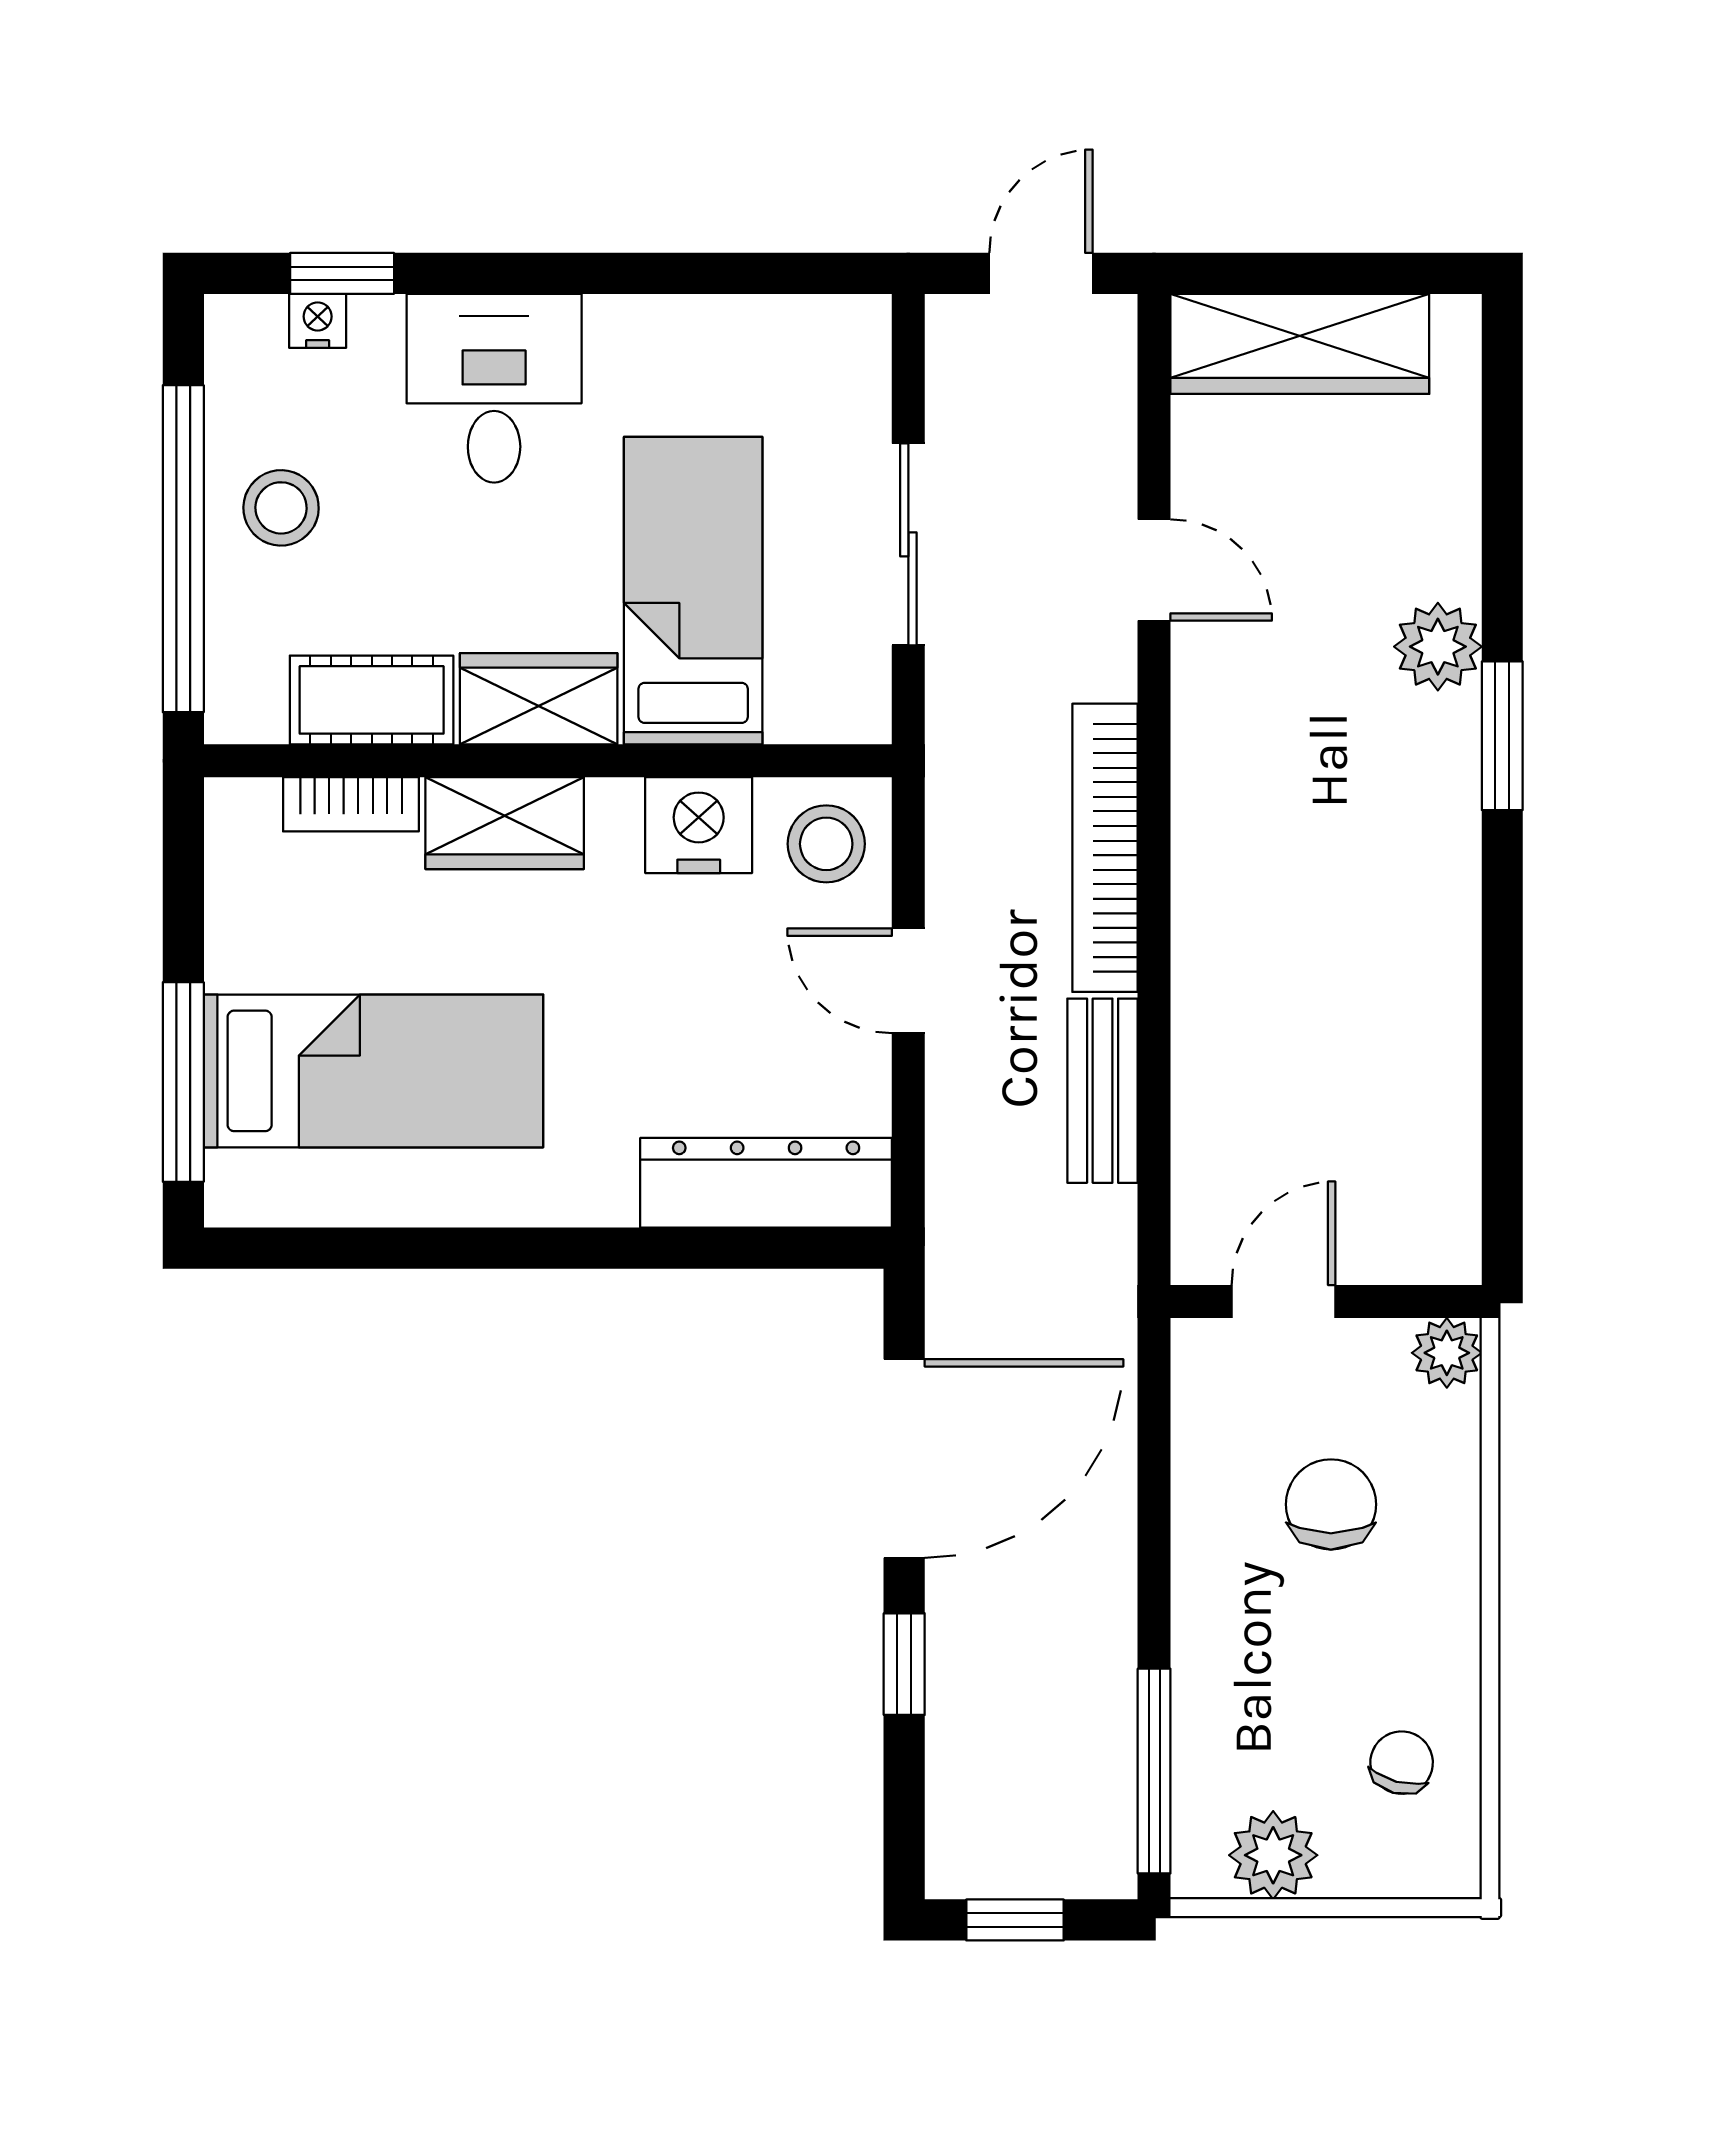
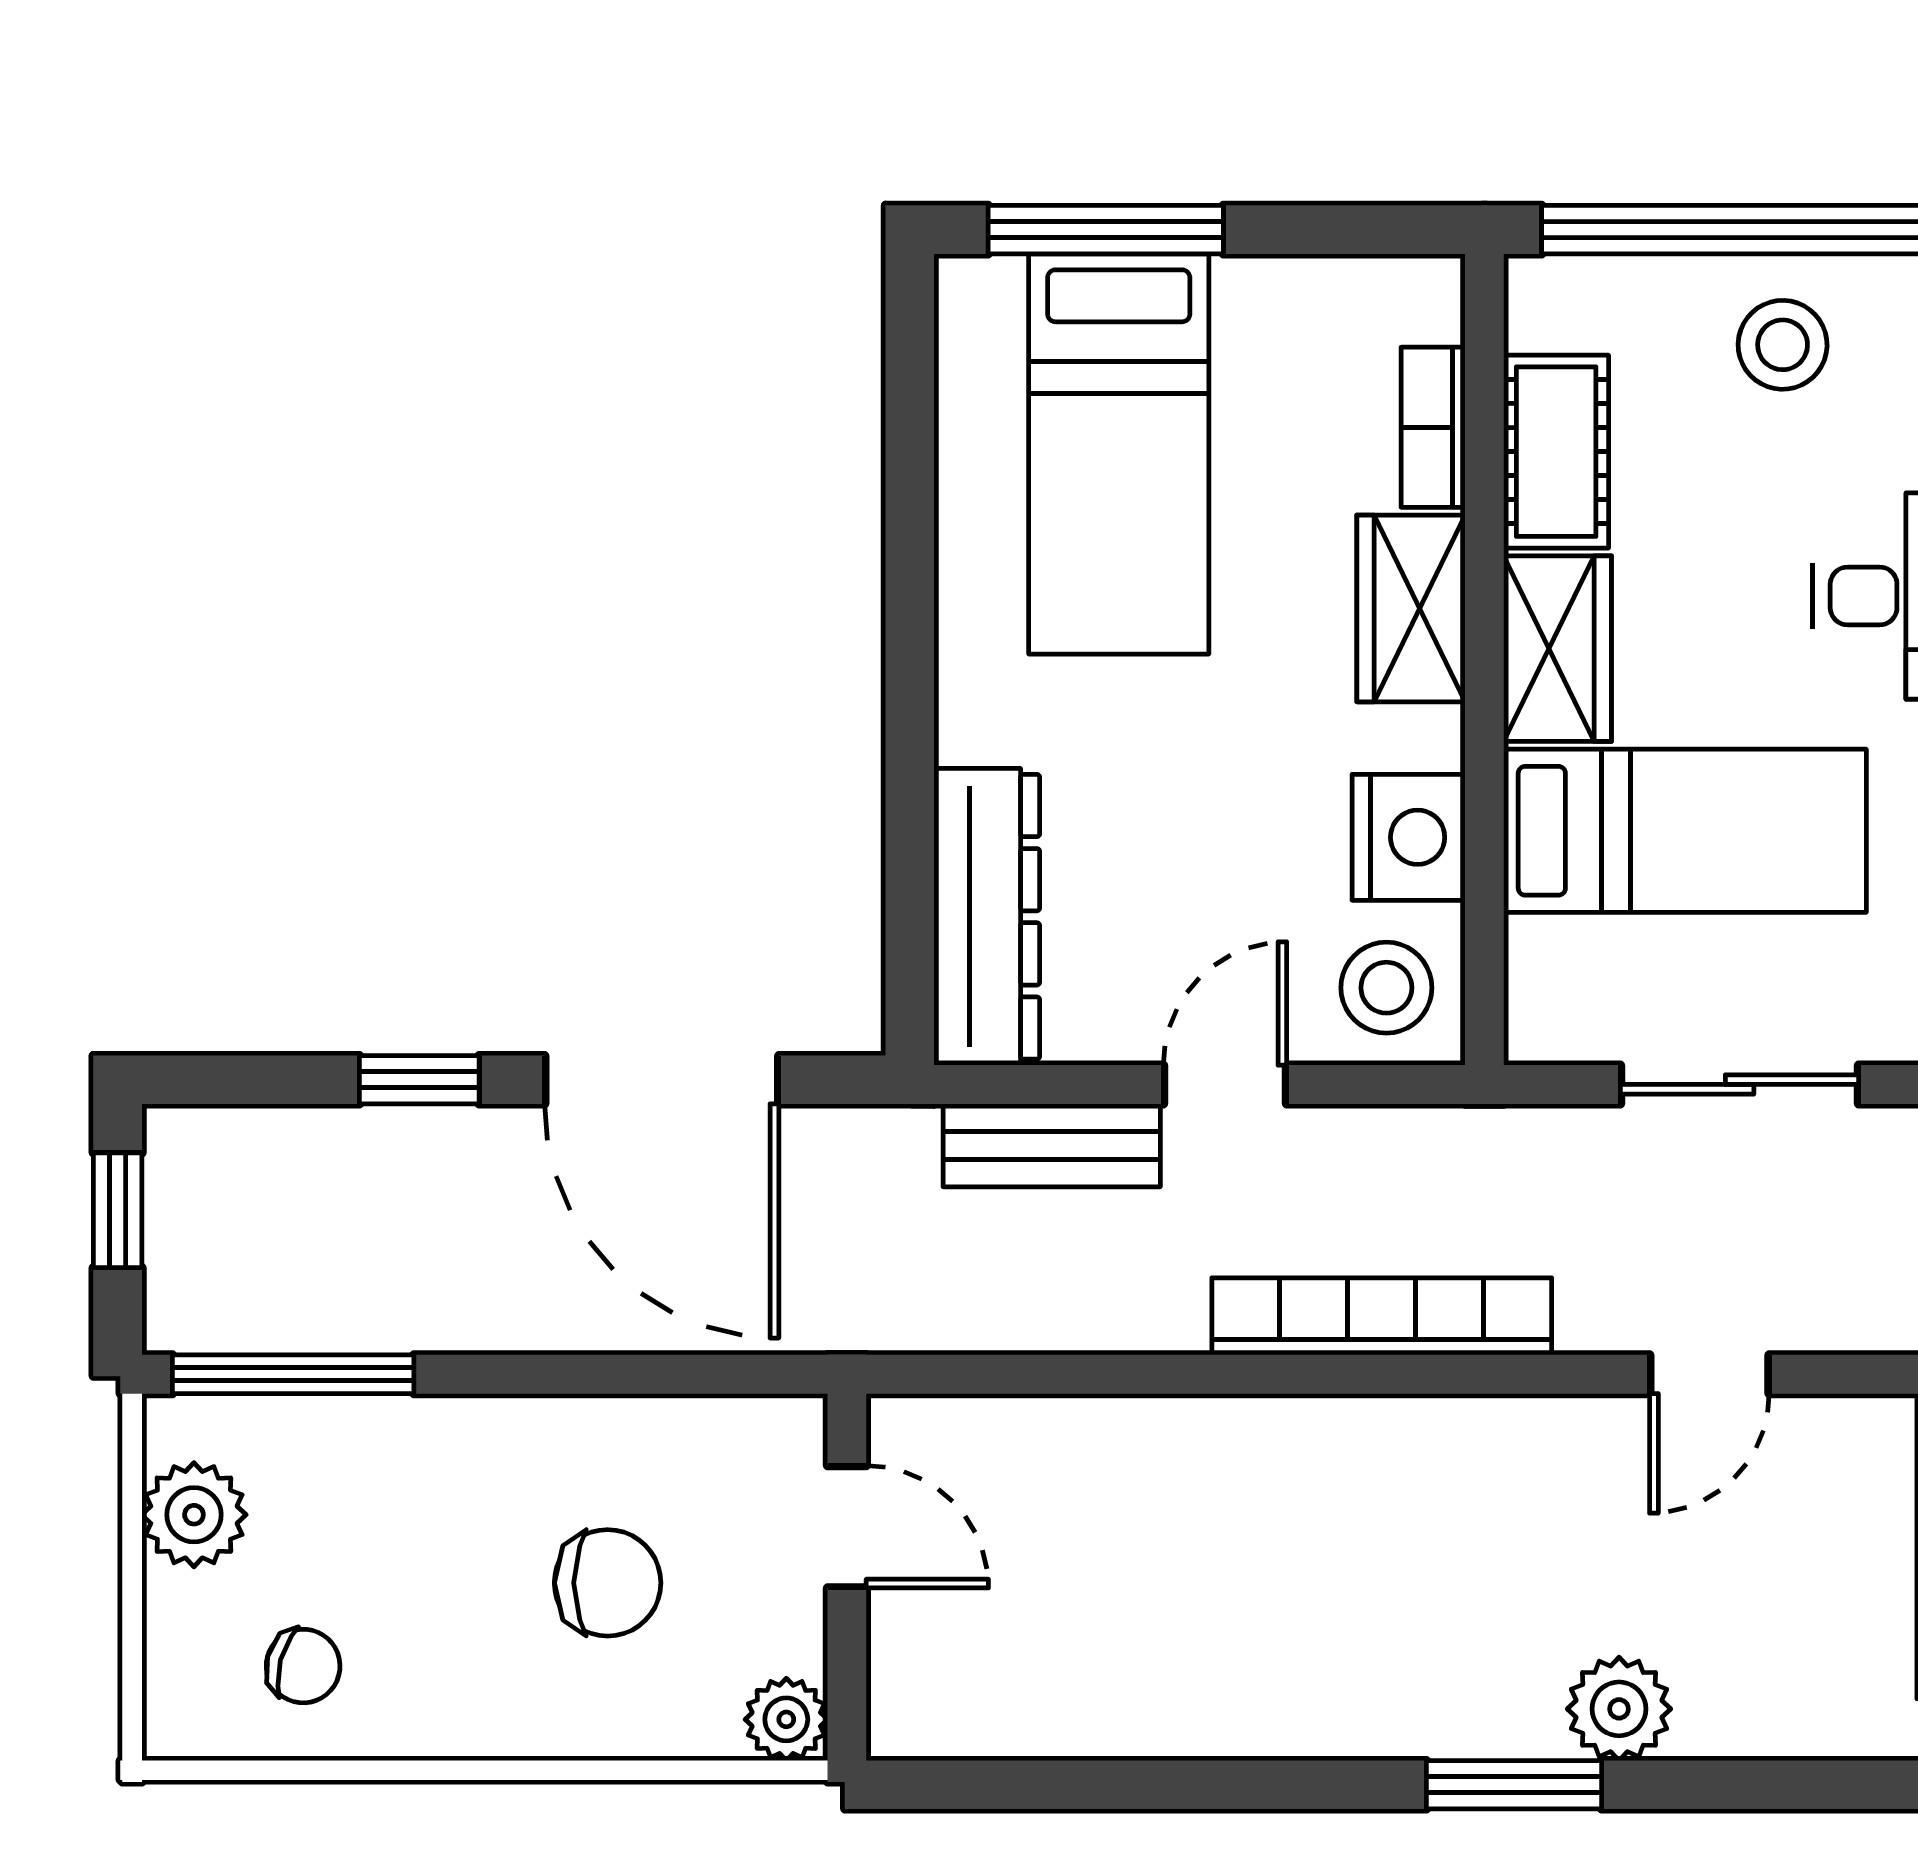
bench: (1103, 1091) -> (1052, 1145), moved

